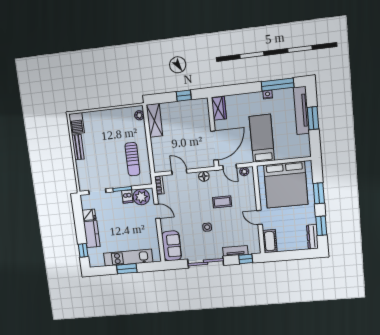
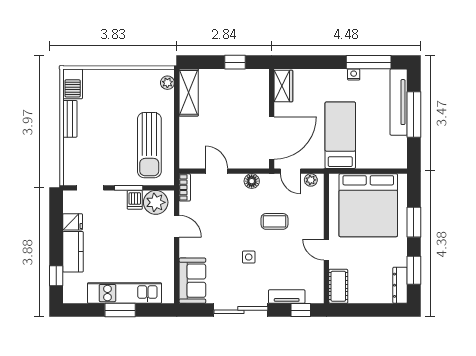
window: (313, 118) -> (414, 114), width x1.44
sun lounger: (132, 159) -> (149, 145), width x1.36, depth x1.34

